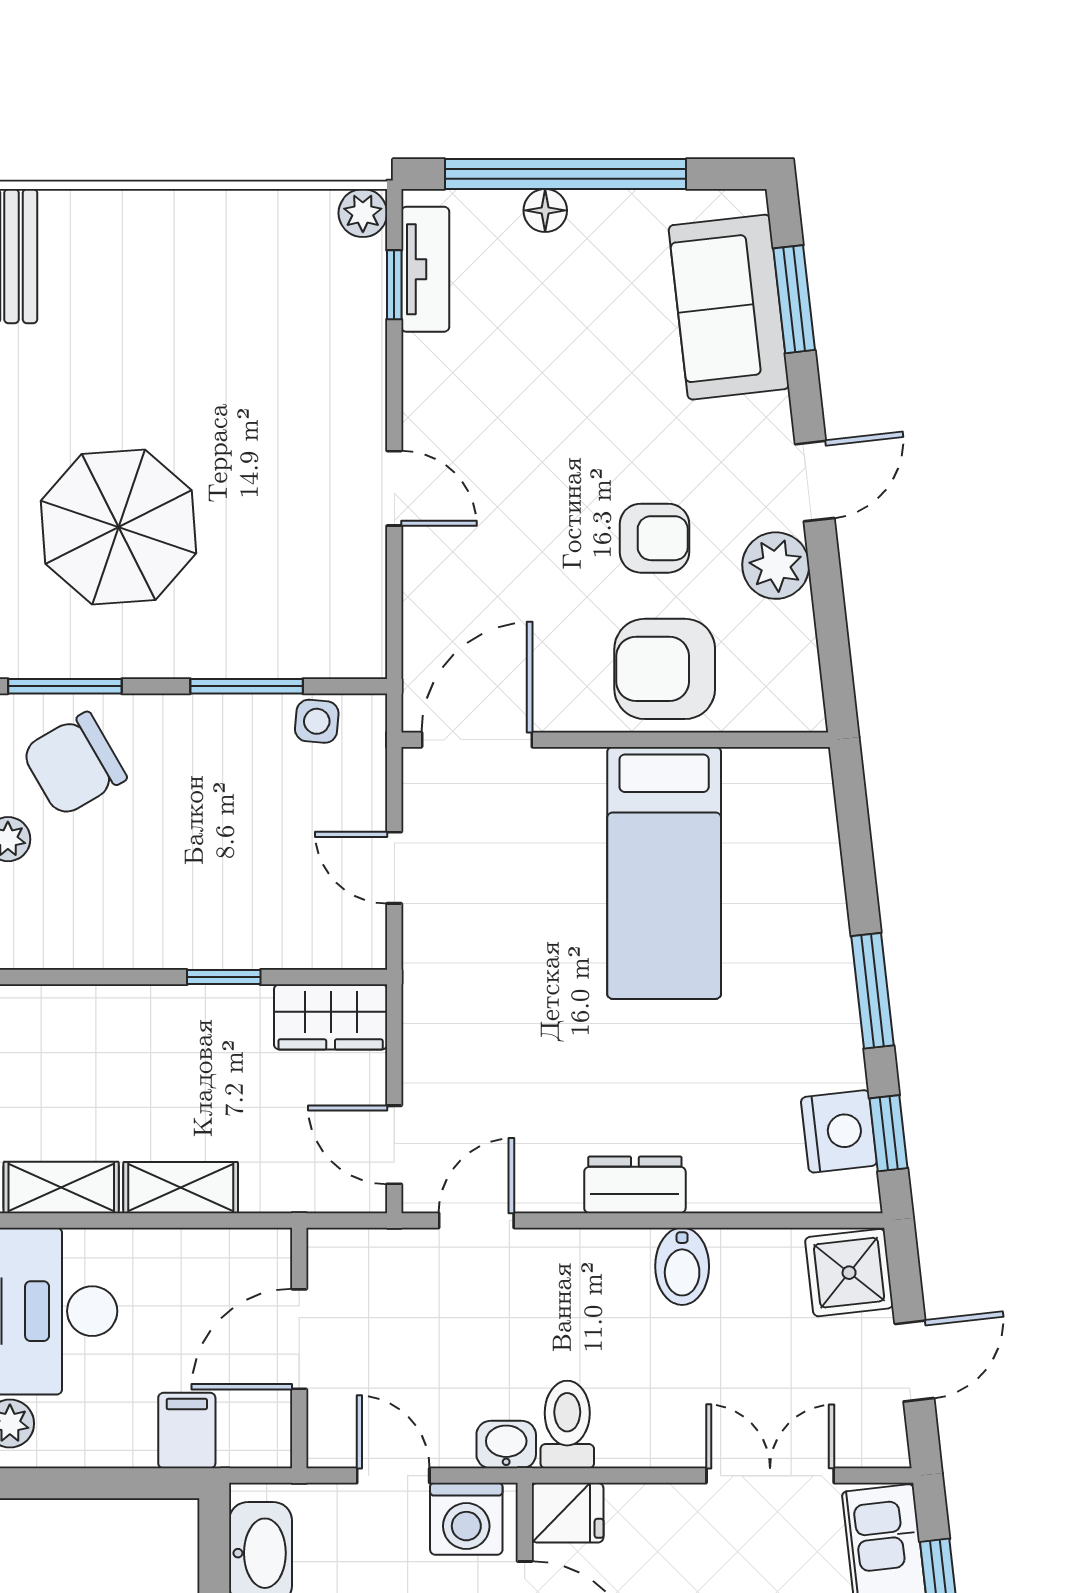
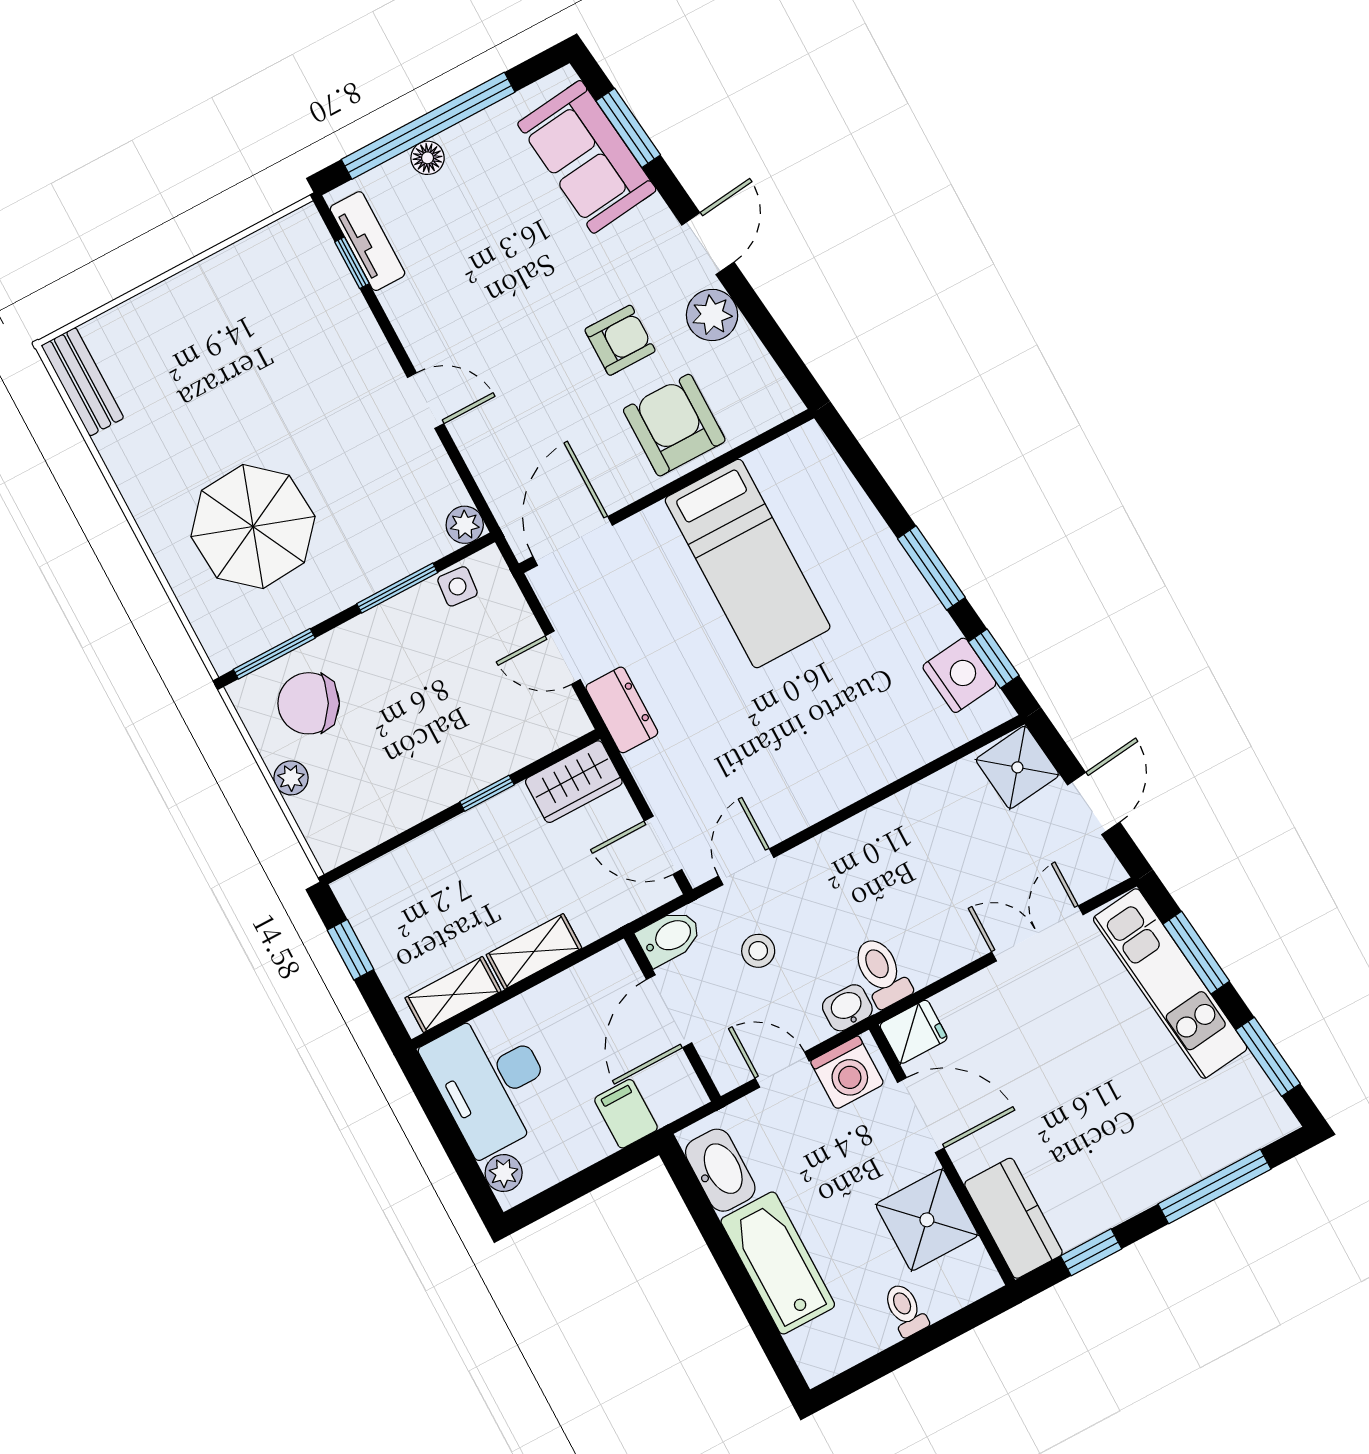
plant: (363, 213) -> (465, 525), moved
armchair: (665, 669) -> (674, 425), turned 90
chair: (74, 764) -> (309, 703), turned 58
dresser: (635, 1185) -> (622, 710), moved, turned 90
bidet: (682, 1266) -> (669, 937), moved, turned -90
stool: (439, 1324) -> (758, 951), added

